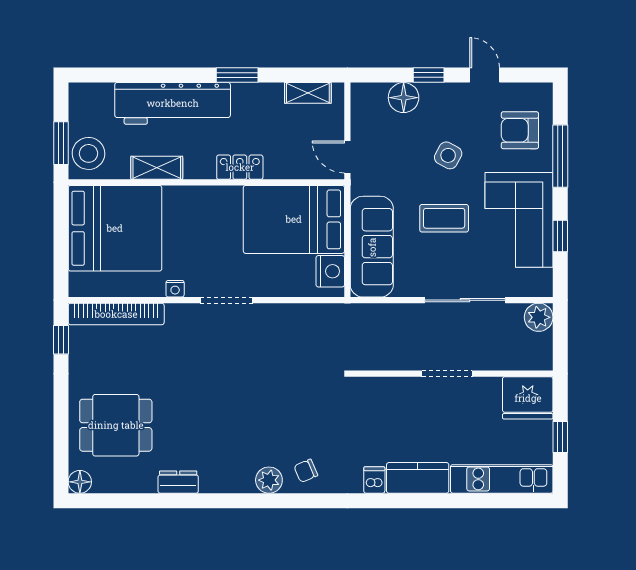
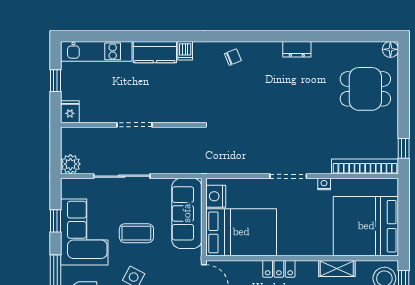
fridge: (528, 398) -> (70, 112), width x0.53, depth x0.75
plant: (269, 480) -> (259, 51), removed
dresser: (178, 482) -> (297, 49), moved

